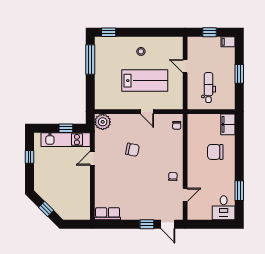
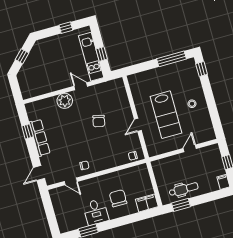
window: (239, 74) -> (181, 205), moved
dental chair: (208, 88) -> (184, 189), moved
plant: (103, 122) -> (65, 101), moved
desk: (224, 208) -> (96, 212), moved, turned -90
row of seats: (108, 214) -> (40, 138), moved, width x1.48
window: (147, 224) -> (27, 131), moved

